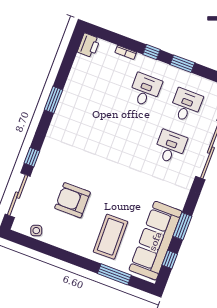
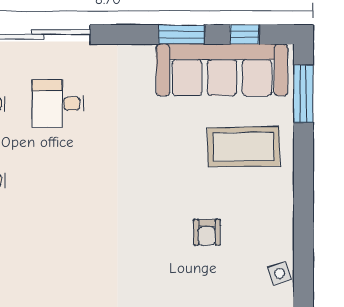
armchair: (72, 200) -> (207, 232), width x0.53, depth x0.53
window: (114, 274) -> (303, 94), moved

